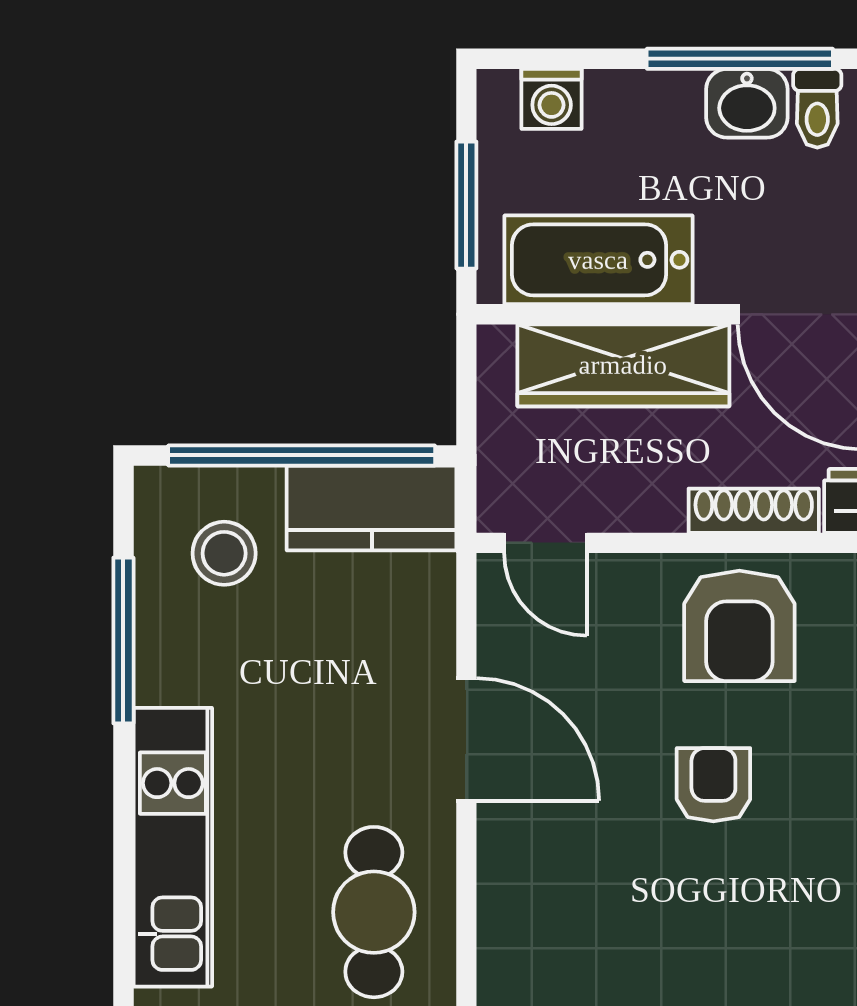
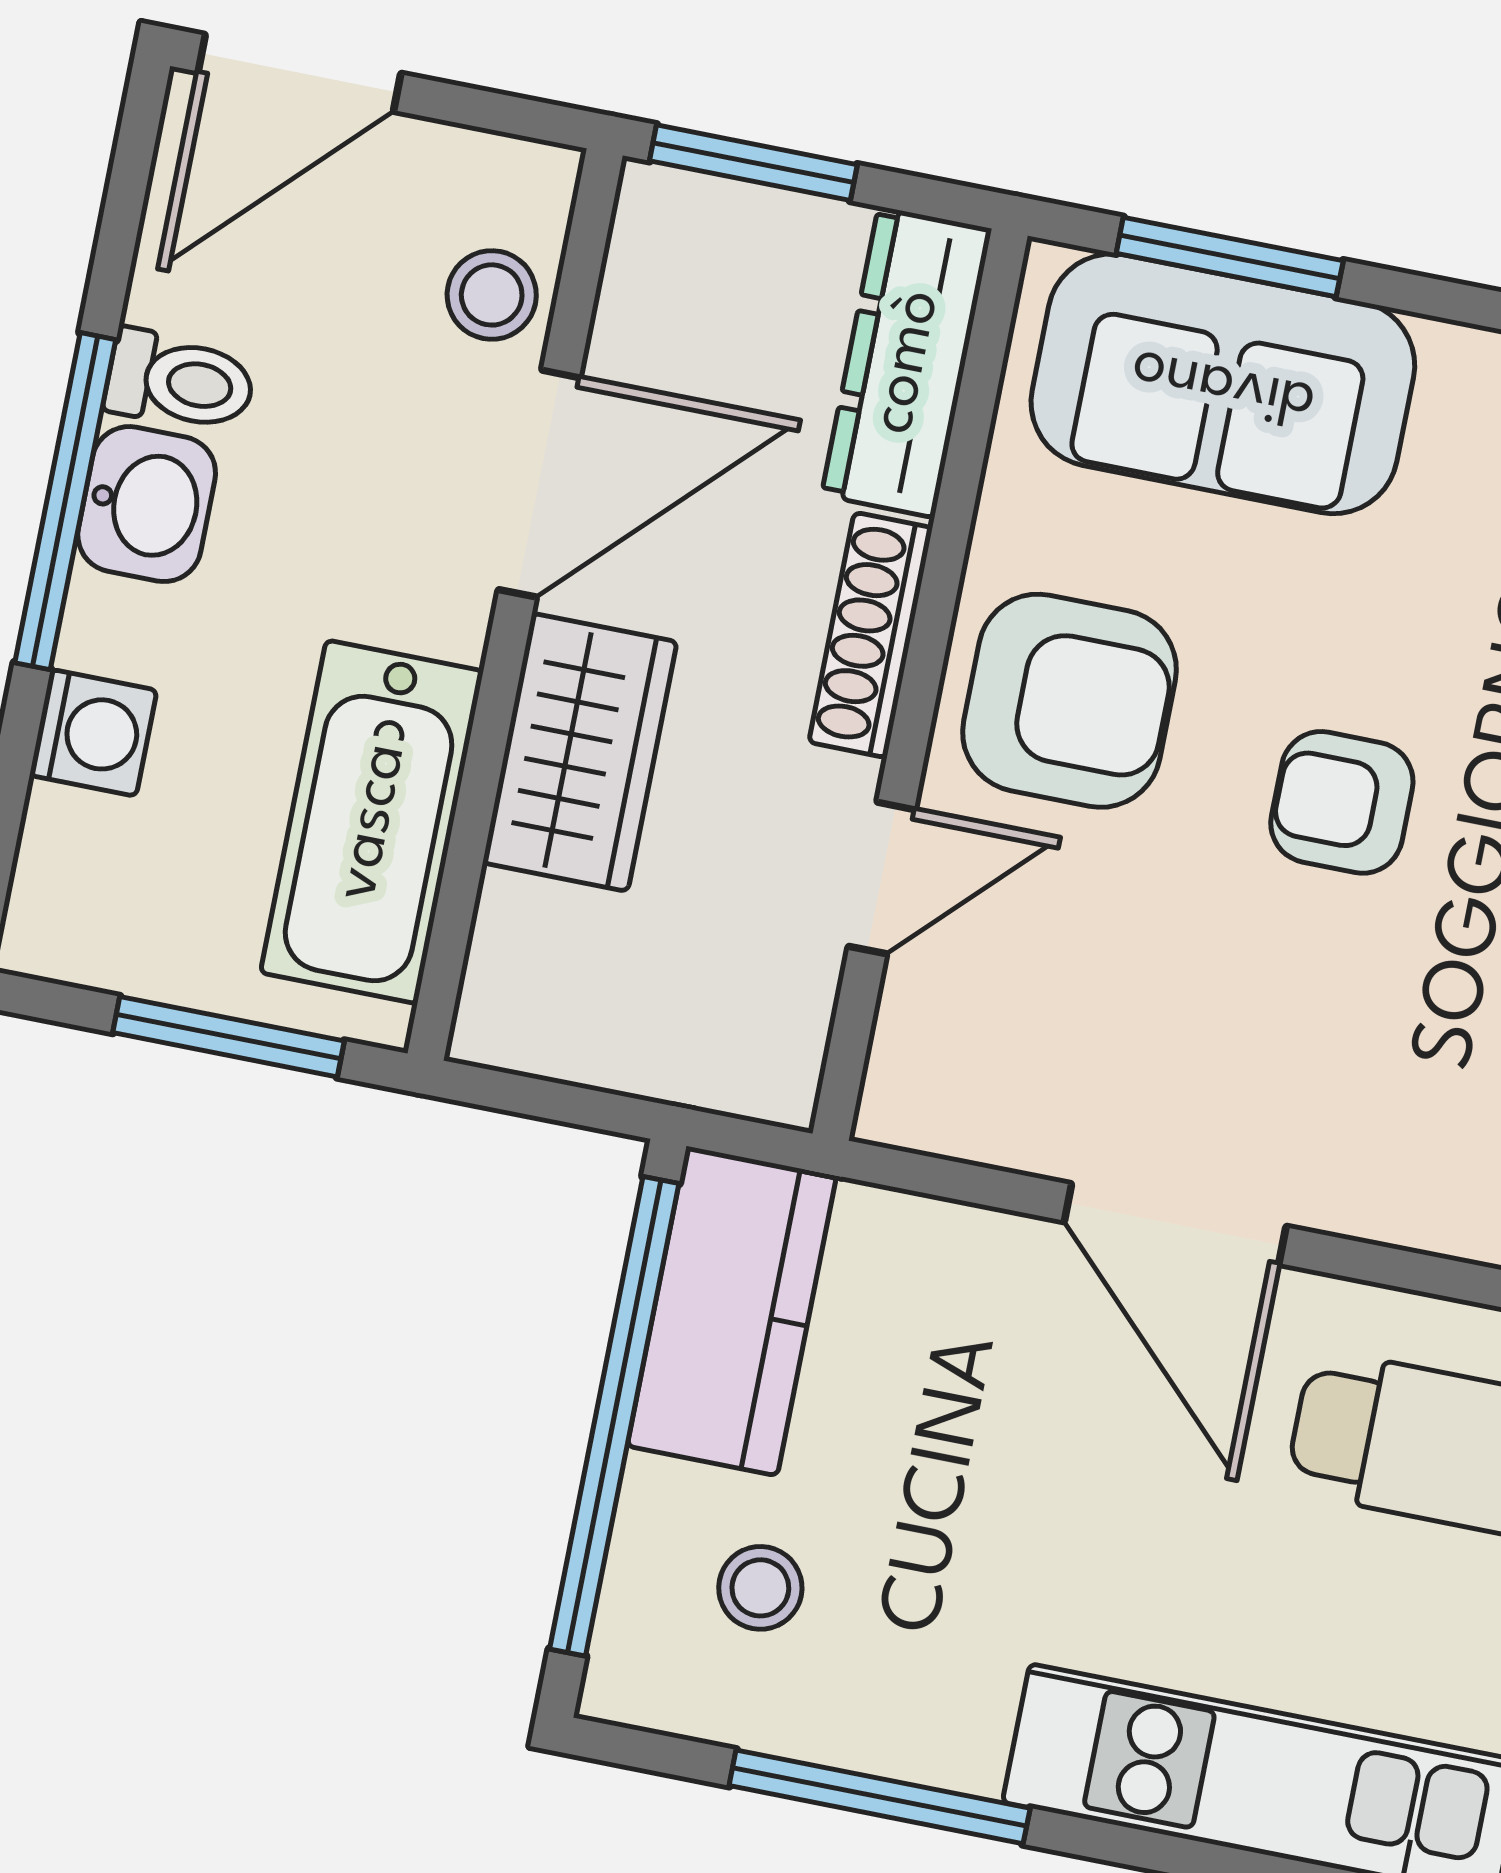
washing machine: (552, 99) -> (93, 733), moved
wardrobe: (623, 365) -> (580, 752), width x0.67
door: (545, 543) -> (882, 878), moved
stool: (224, 553) -> (760, 1588), width x0.73, depth x0.73
door: (466, 739) -> (1175, 1224), swing flipped

